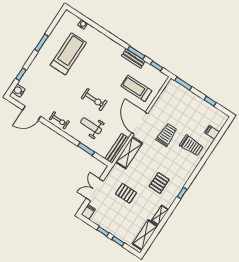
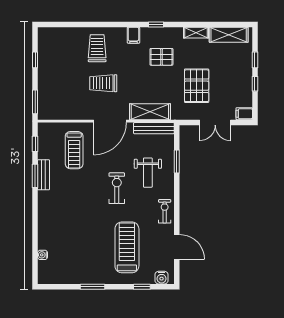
treadmill: (68, 54) -> (127, 247), moved, turned 90
filing cabinet: (212, 132) -> (133, 35), moved
pallet: (126, 193) -> (197, 86), width x1.50, depth x1.42

